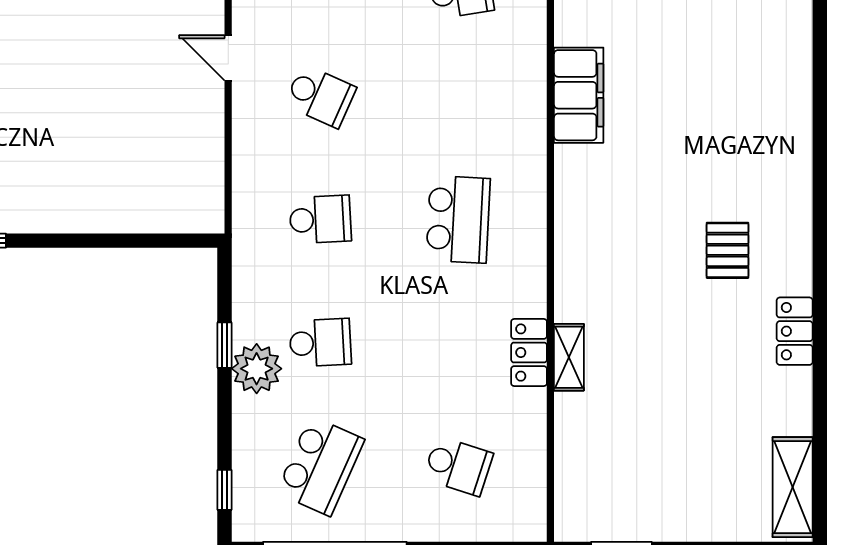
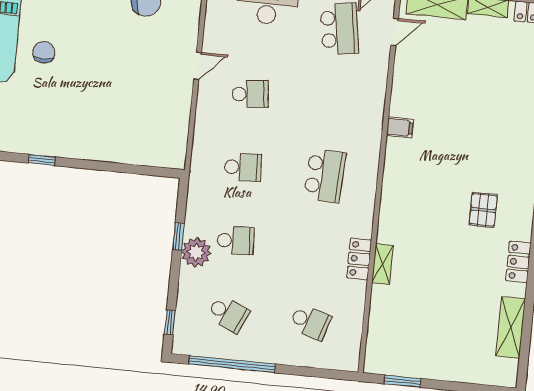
door: (228, 58) -> (198, 66), swing flipped
filing cabinet: (579, 95) -> (400, 127), width x0.33, depth x0.86
school desk: (320, 96) -> (250, 94), turned -30
school desk: (320, 466) -> (228, 314), width x0.54
shelving: (793, 487) -> (511, 327), moved

